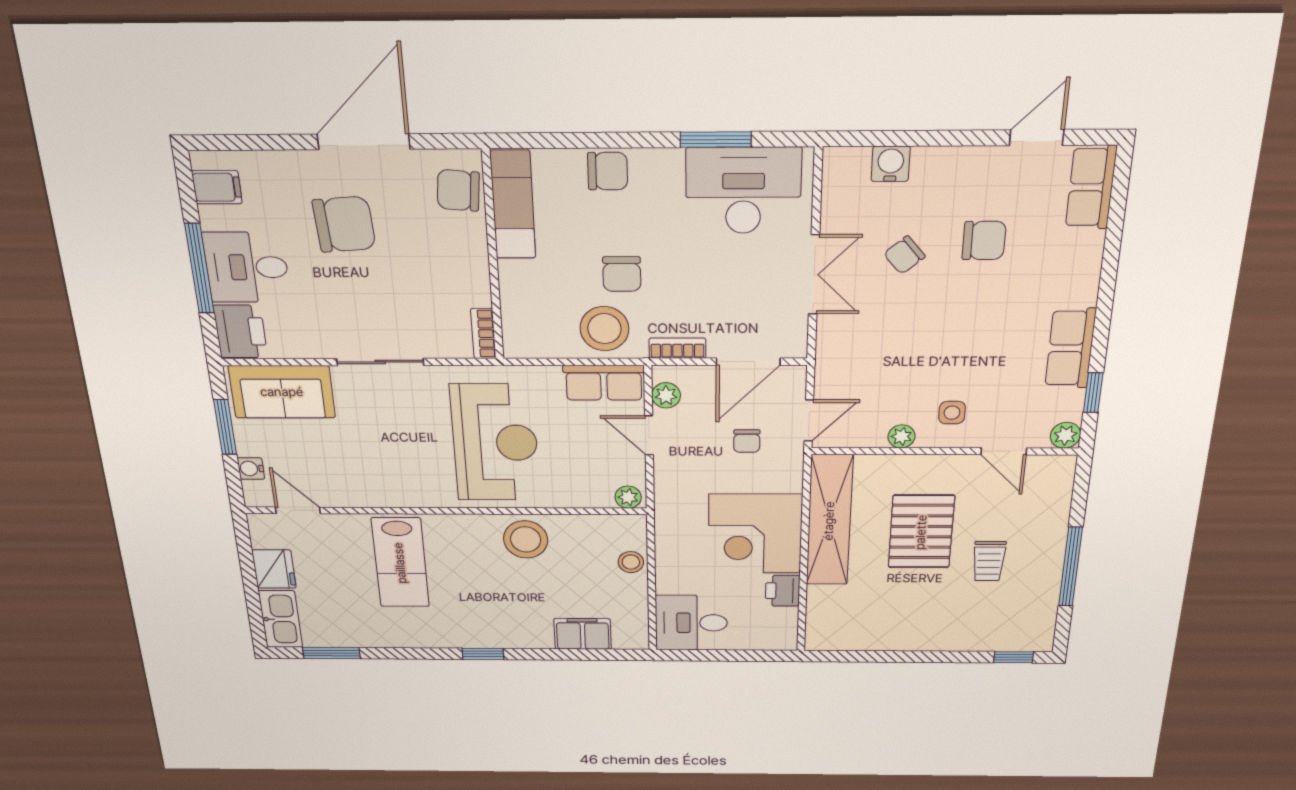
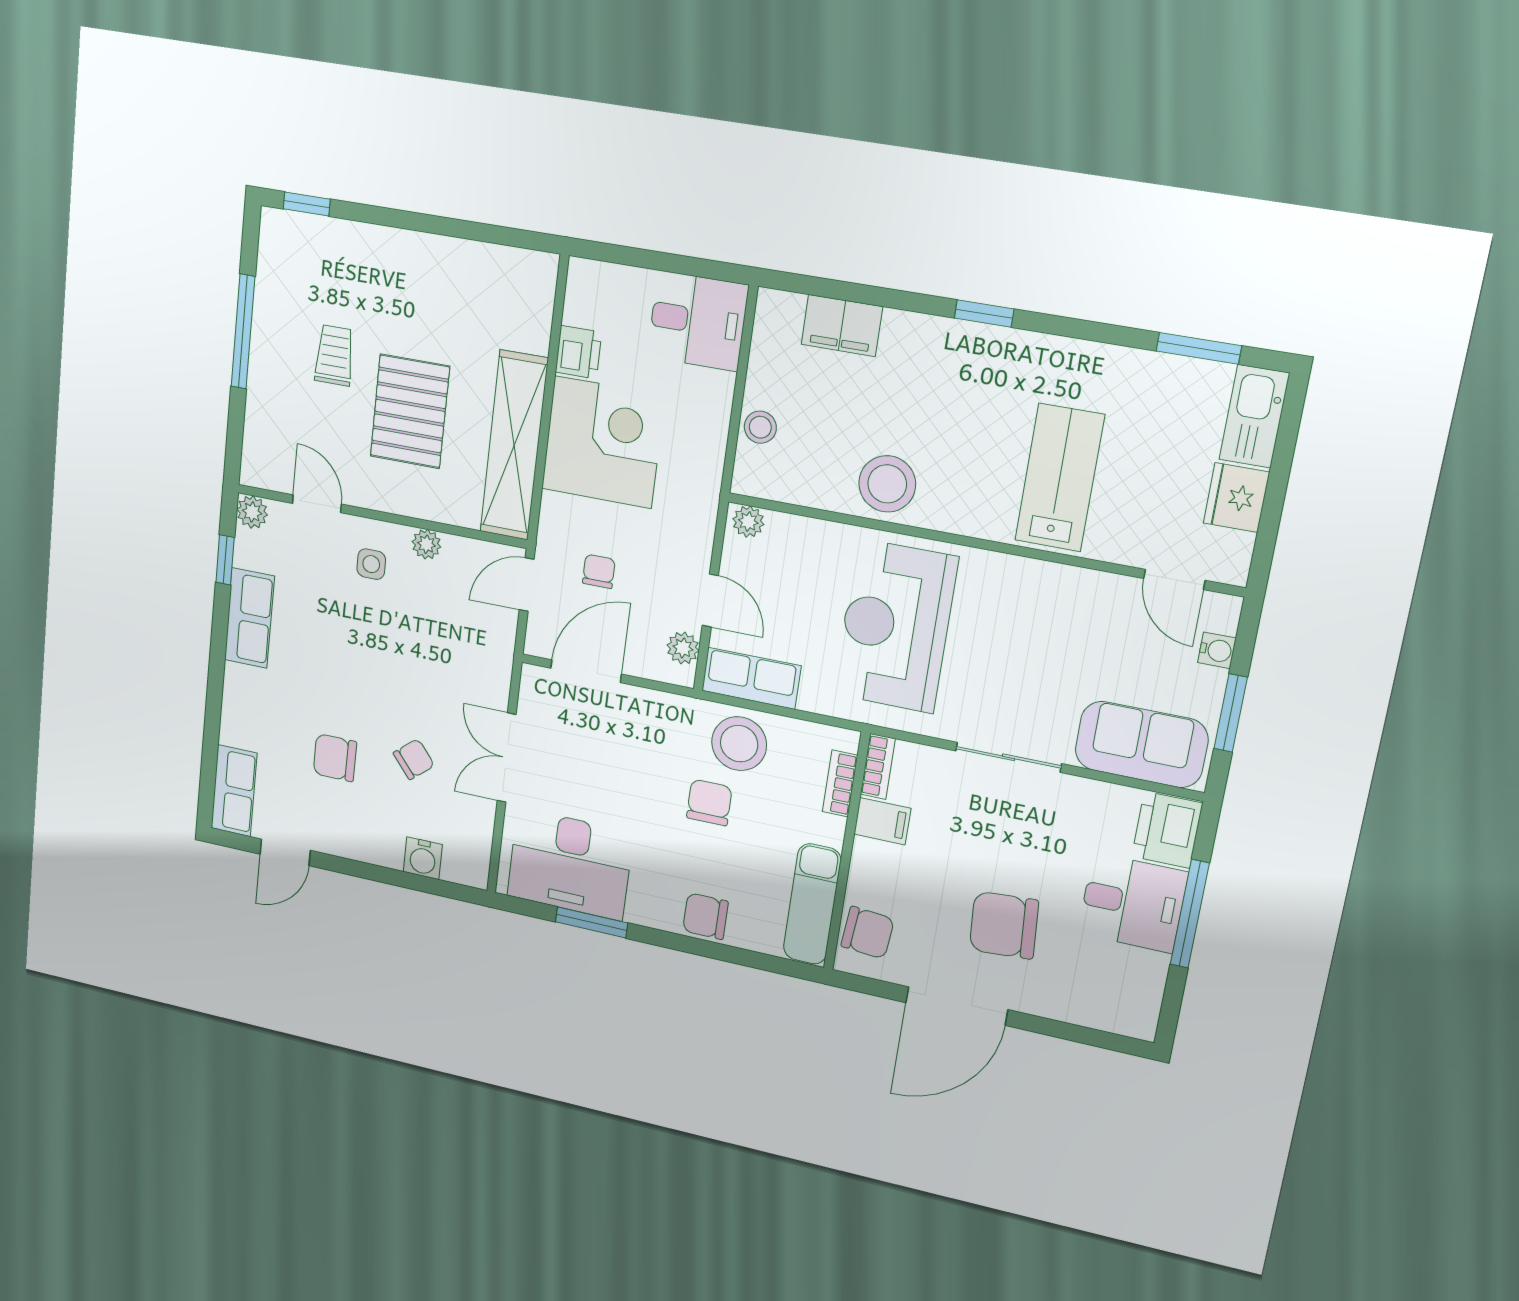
filing cabinet: (217, 187) -> (882, 821), moved, turned 180
bookcase: (677, 348) -> (840, 783), moved, turned 90

